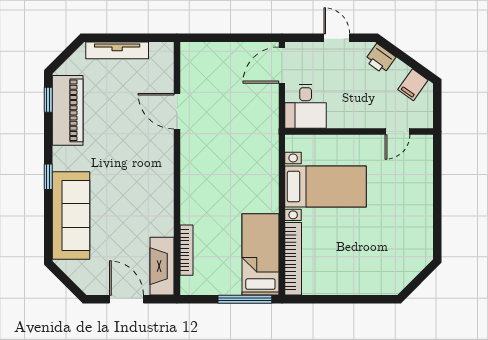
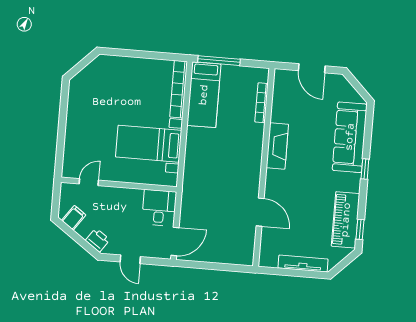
fireplace: (162, 266) -> (277, 146), moved

